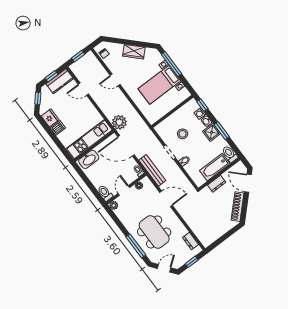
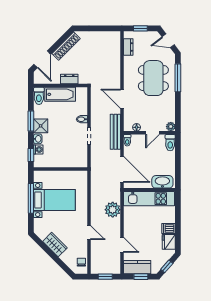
window: (171, 64) -> (31, 198), moved
plant: (119, 122) -> (113, 210), moved
stool: (183, 134) -> (66, 143), removed

